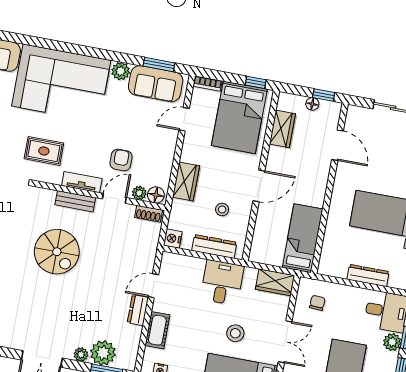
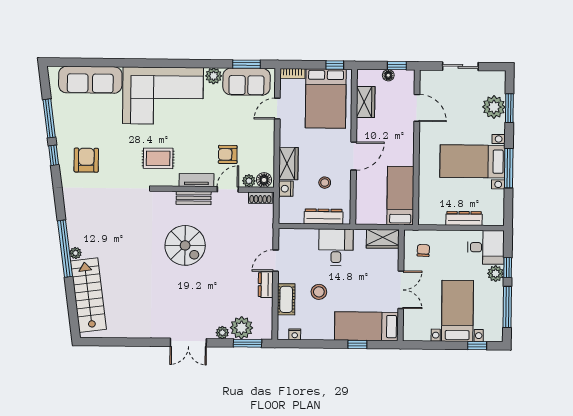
armchair: (121, 160) -> (228, 154), turned -90
nightstand: (173, 239) -> (286, 189), moved
stool: (235, 333) -> (319, 292), moved

